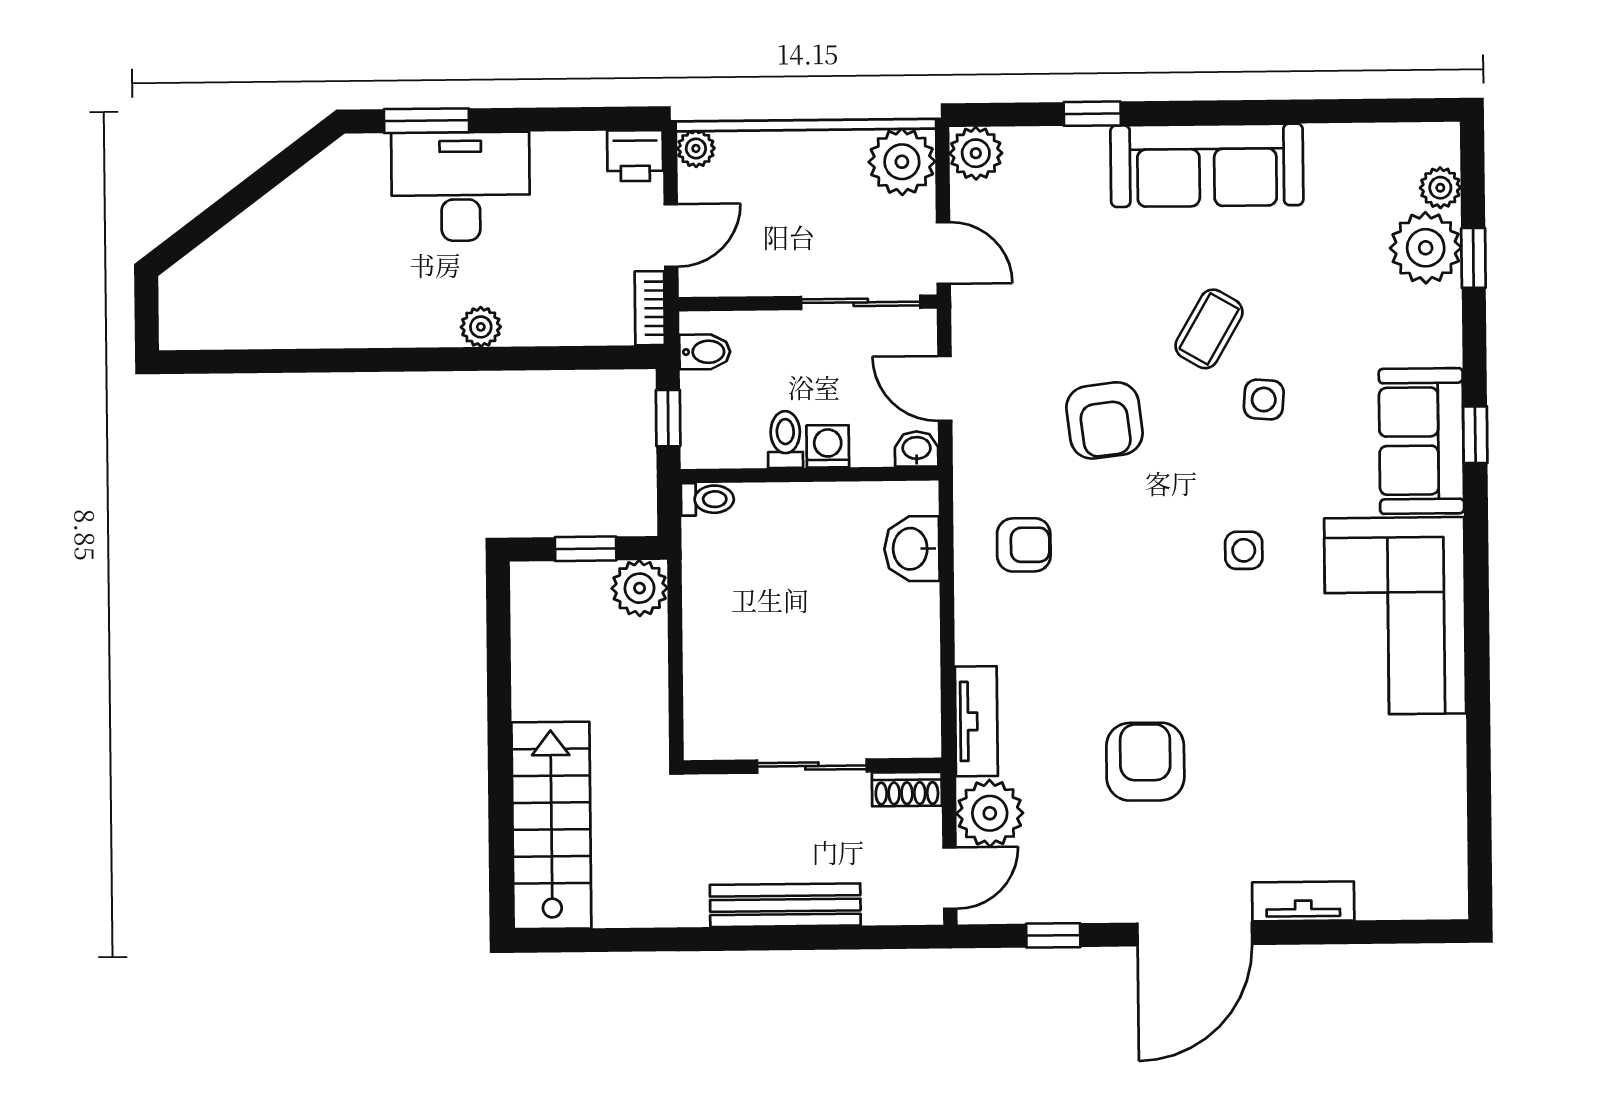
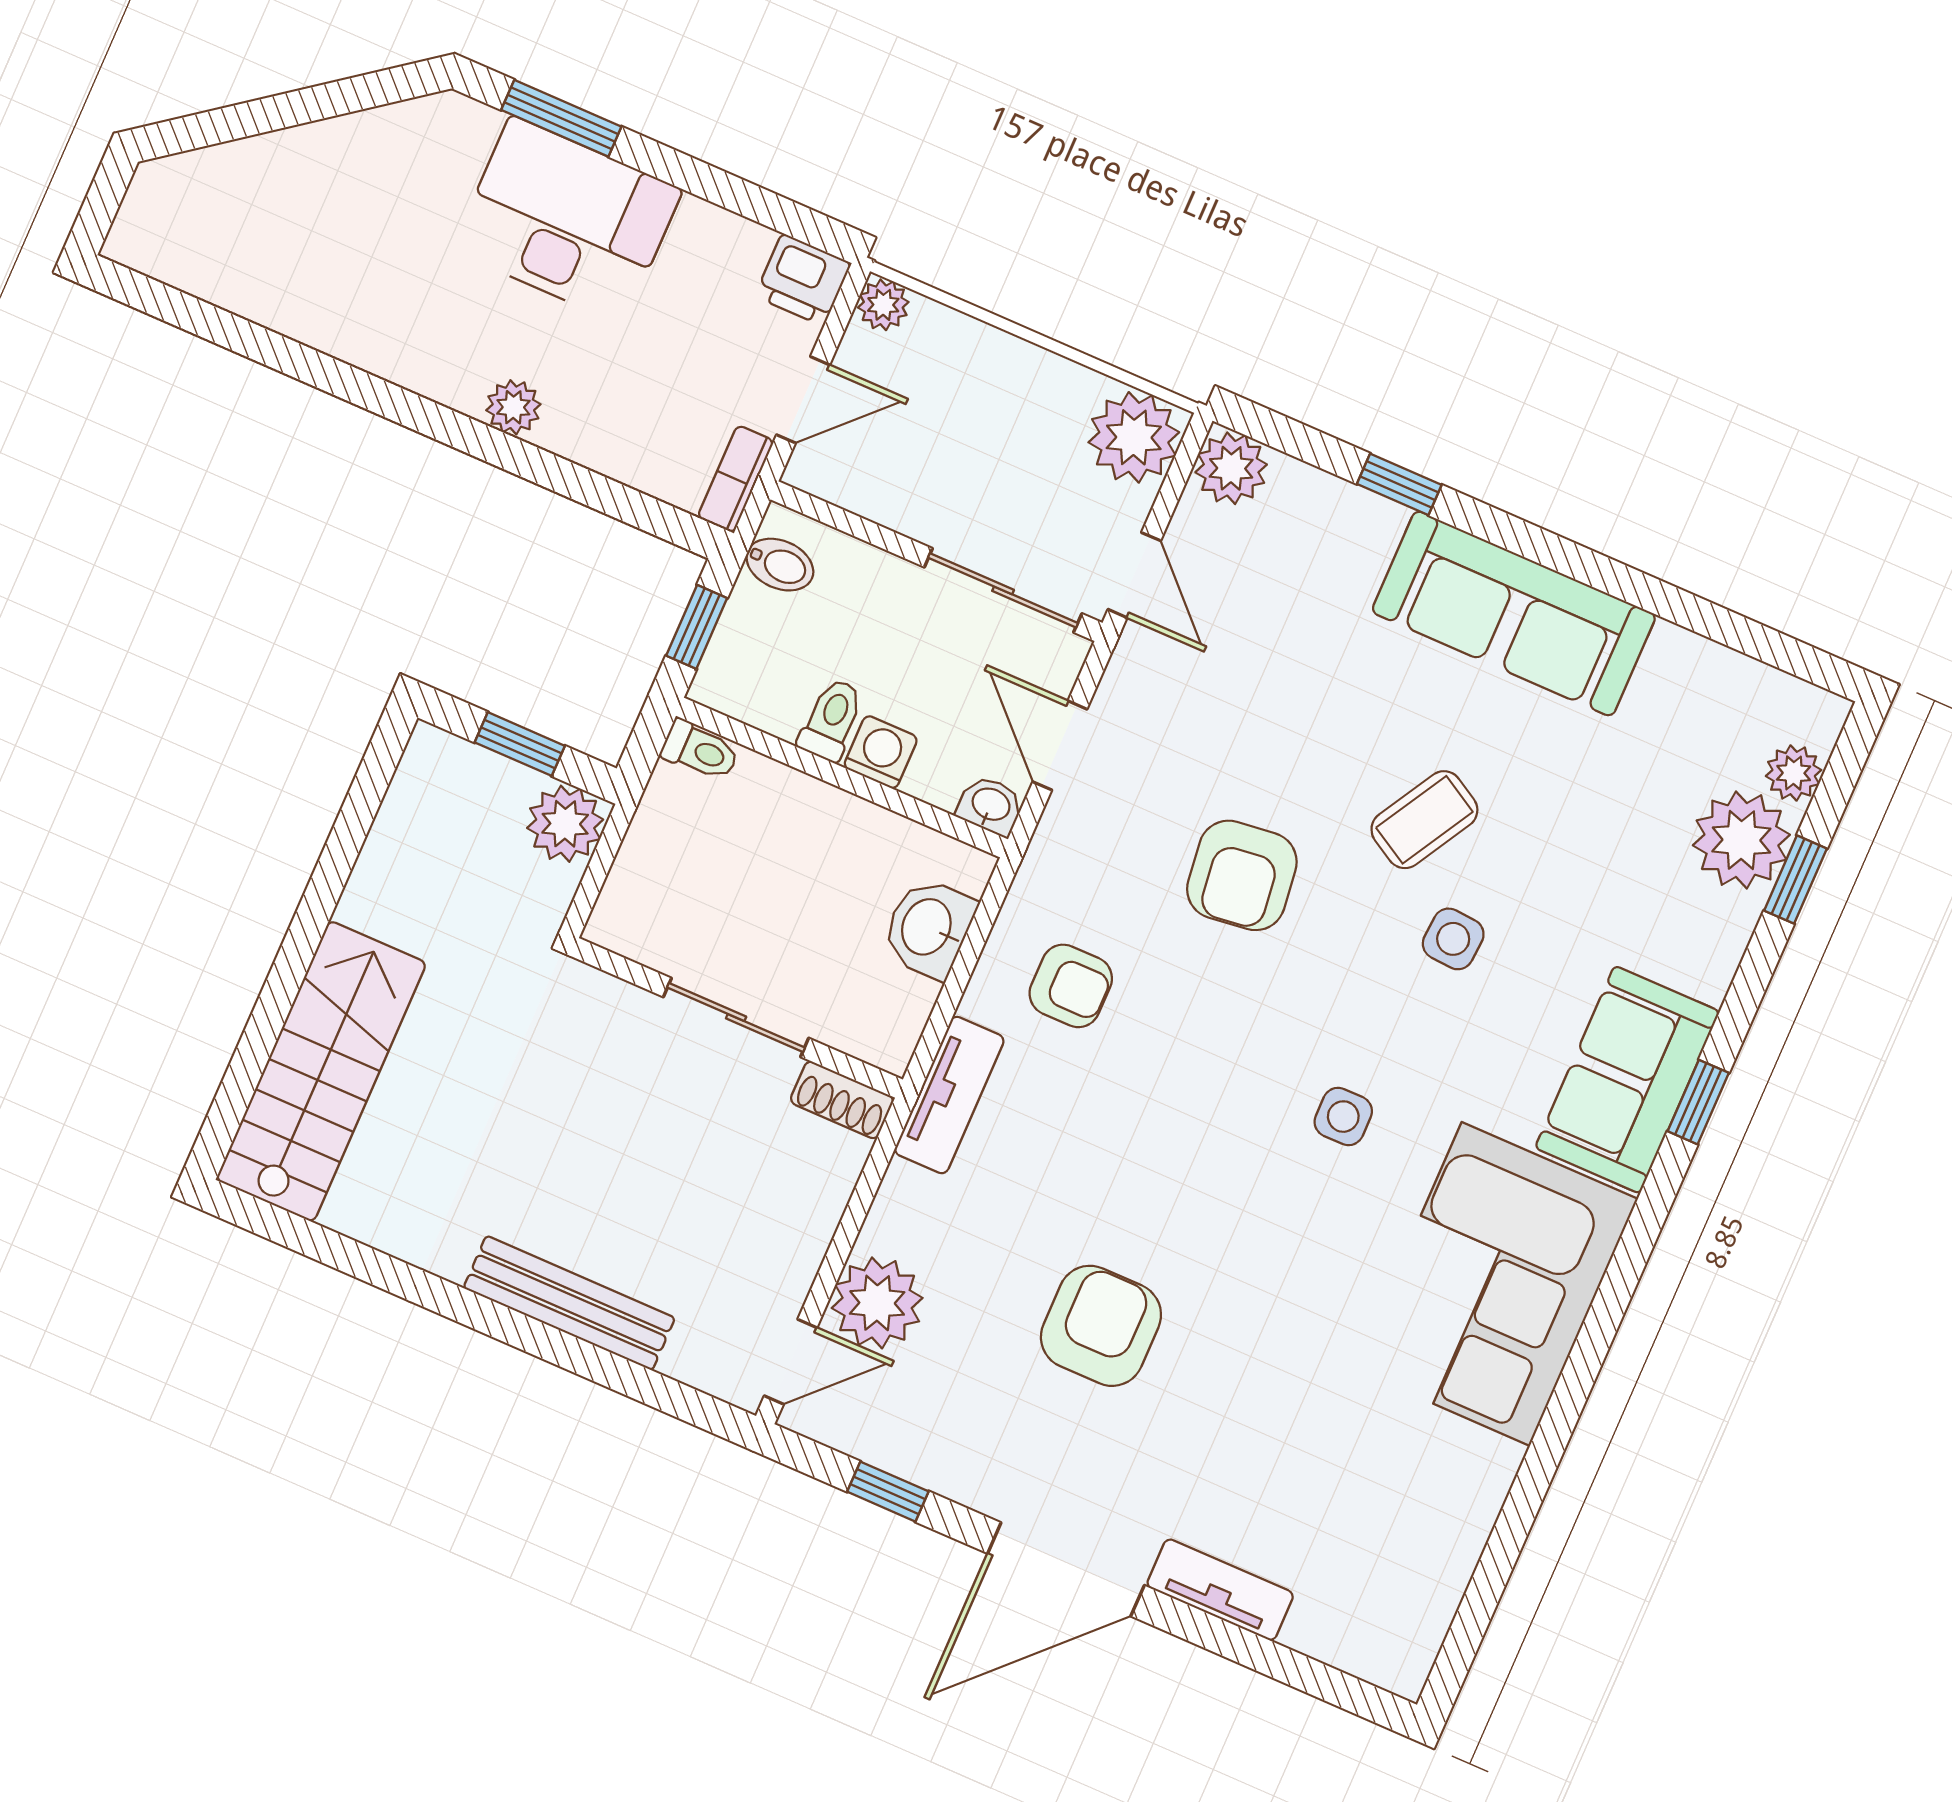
tv unit: (976, 721) -> (949, 1095), moved
sliding door: (812, 766) -> (736, 1017), moved
wall: (813, 766) -> (737, 1018), moved
shoe rack: (907, 789) -> (842, 1100), moved

